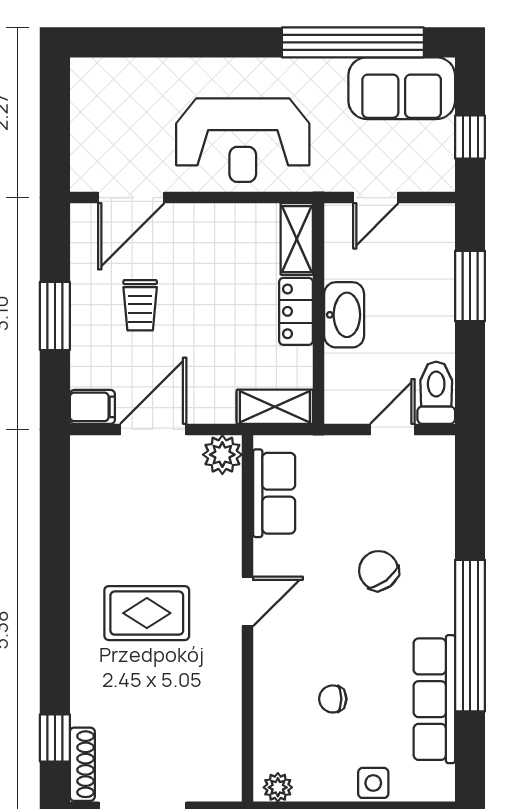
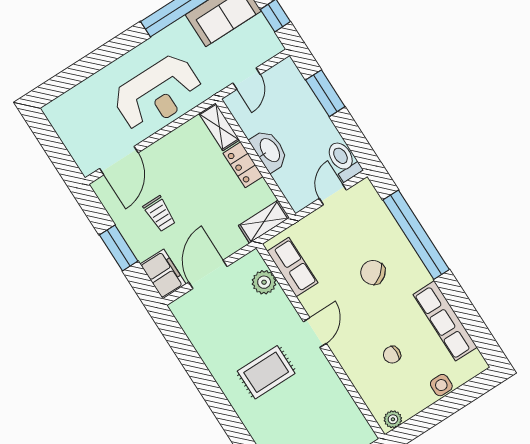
filing cabinet: (92, 407) -> (163, 274), width x2.00
plant: (222, 455) -> (264, 282), moved
window: (470, 636) -> (416, 235), moved

